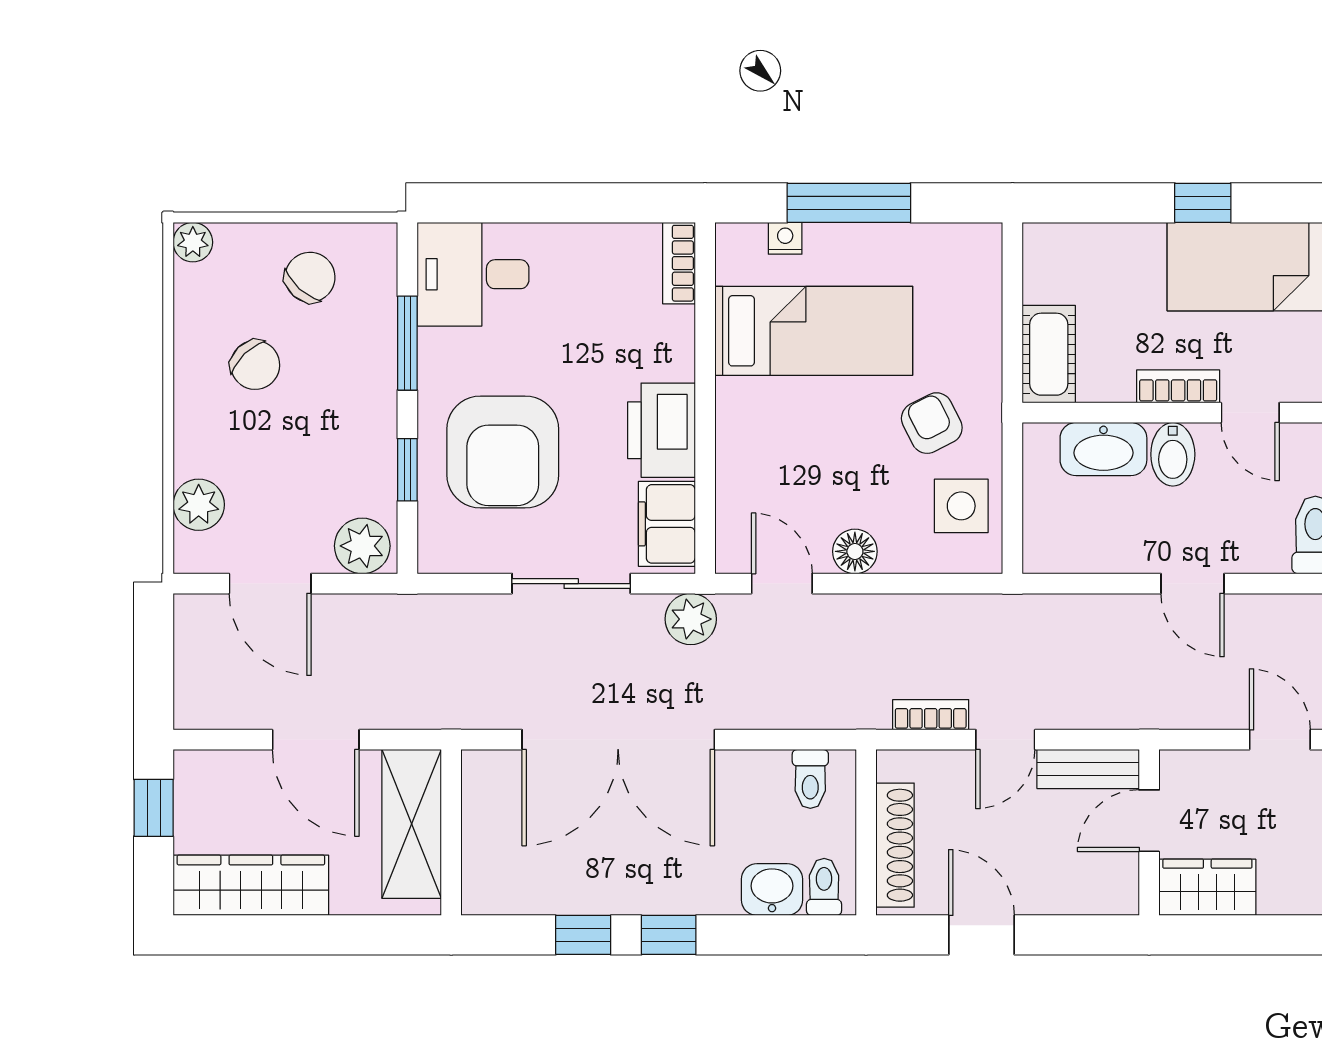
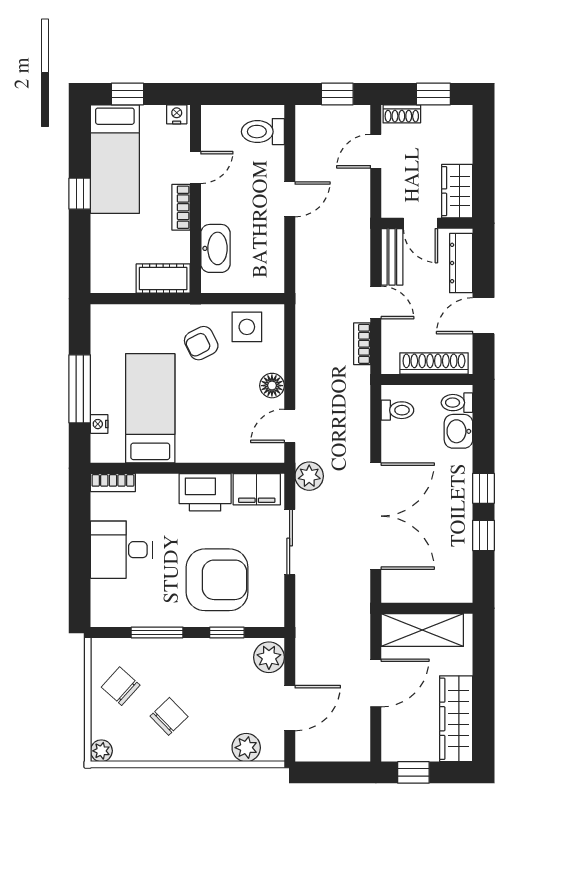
desk: (473, 274) -> (121, 550), moved, turned 90
bidet: (1173, 454) -> (218, 210), removed
dresser: (1077, 894) -> (461, 263), added

